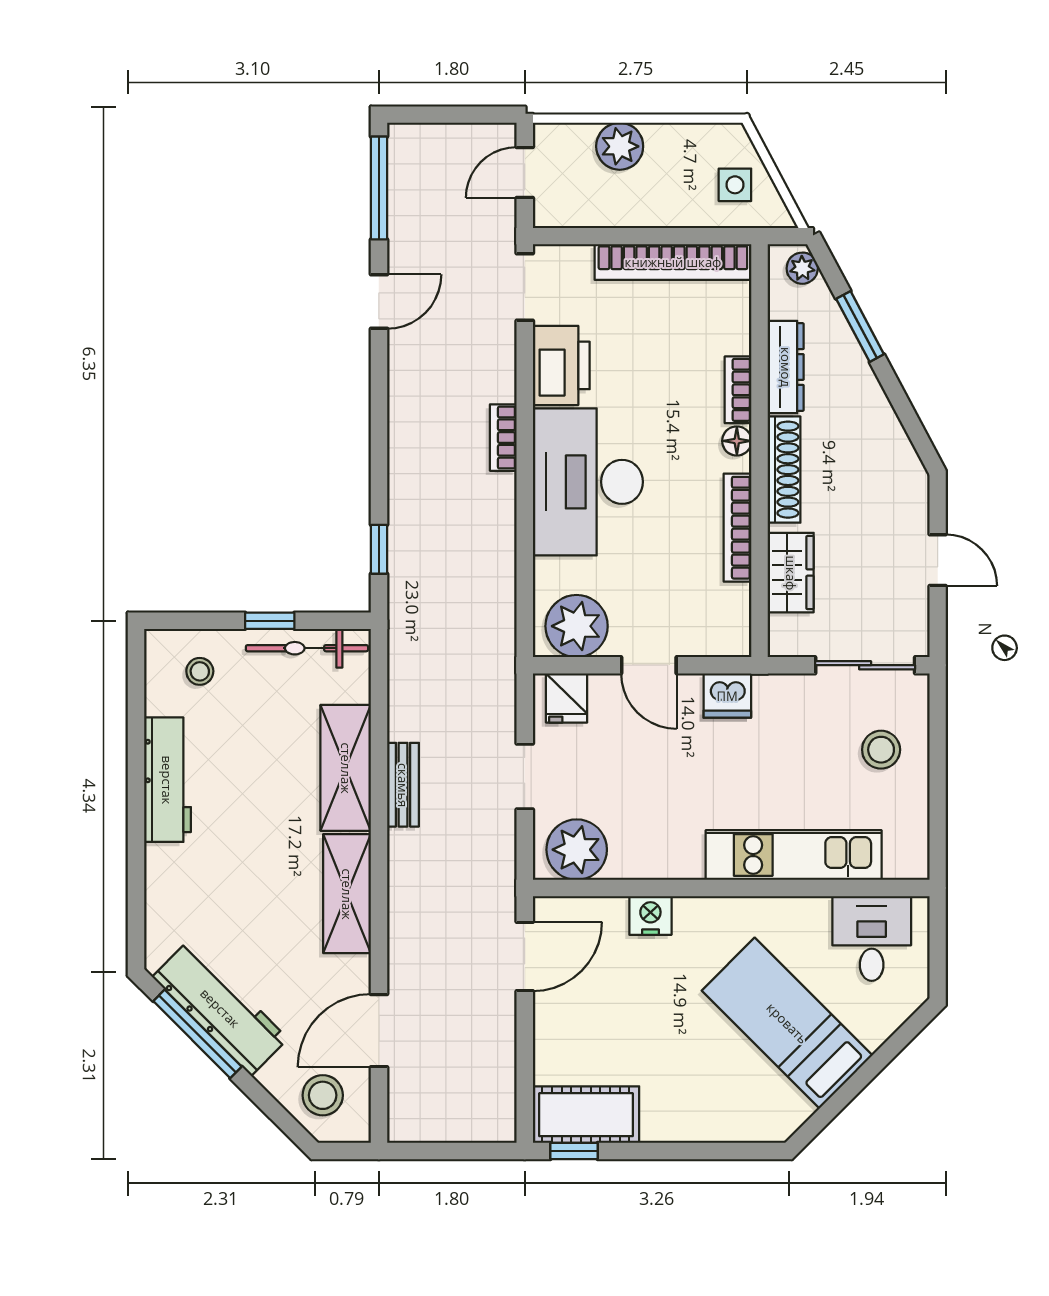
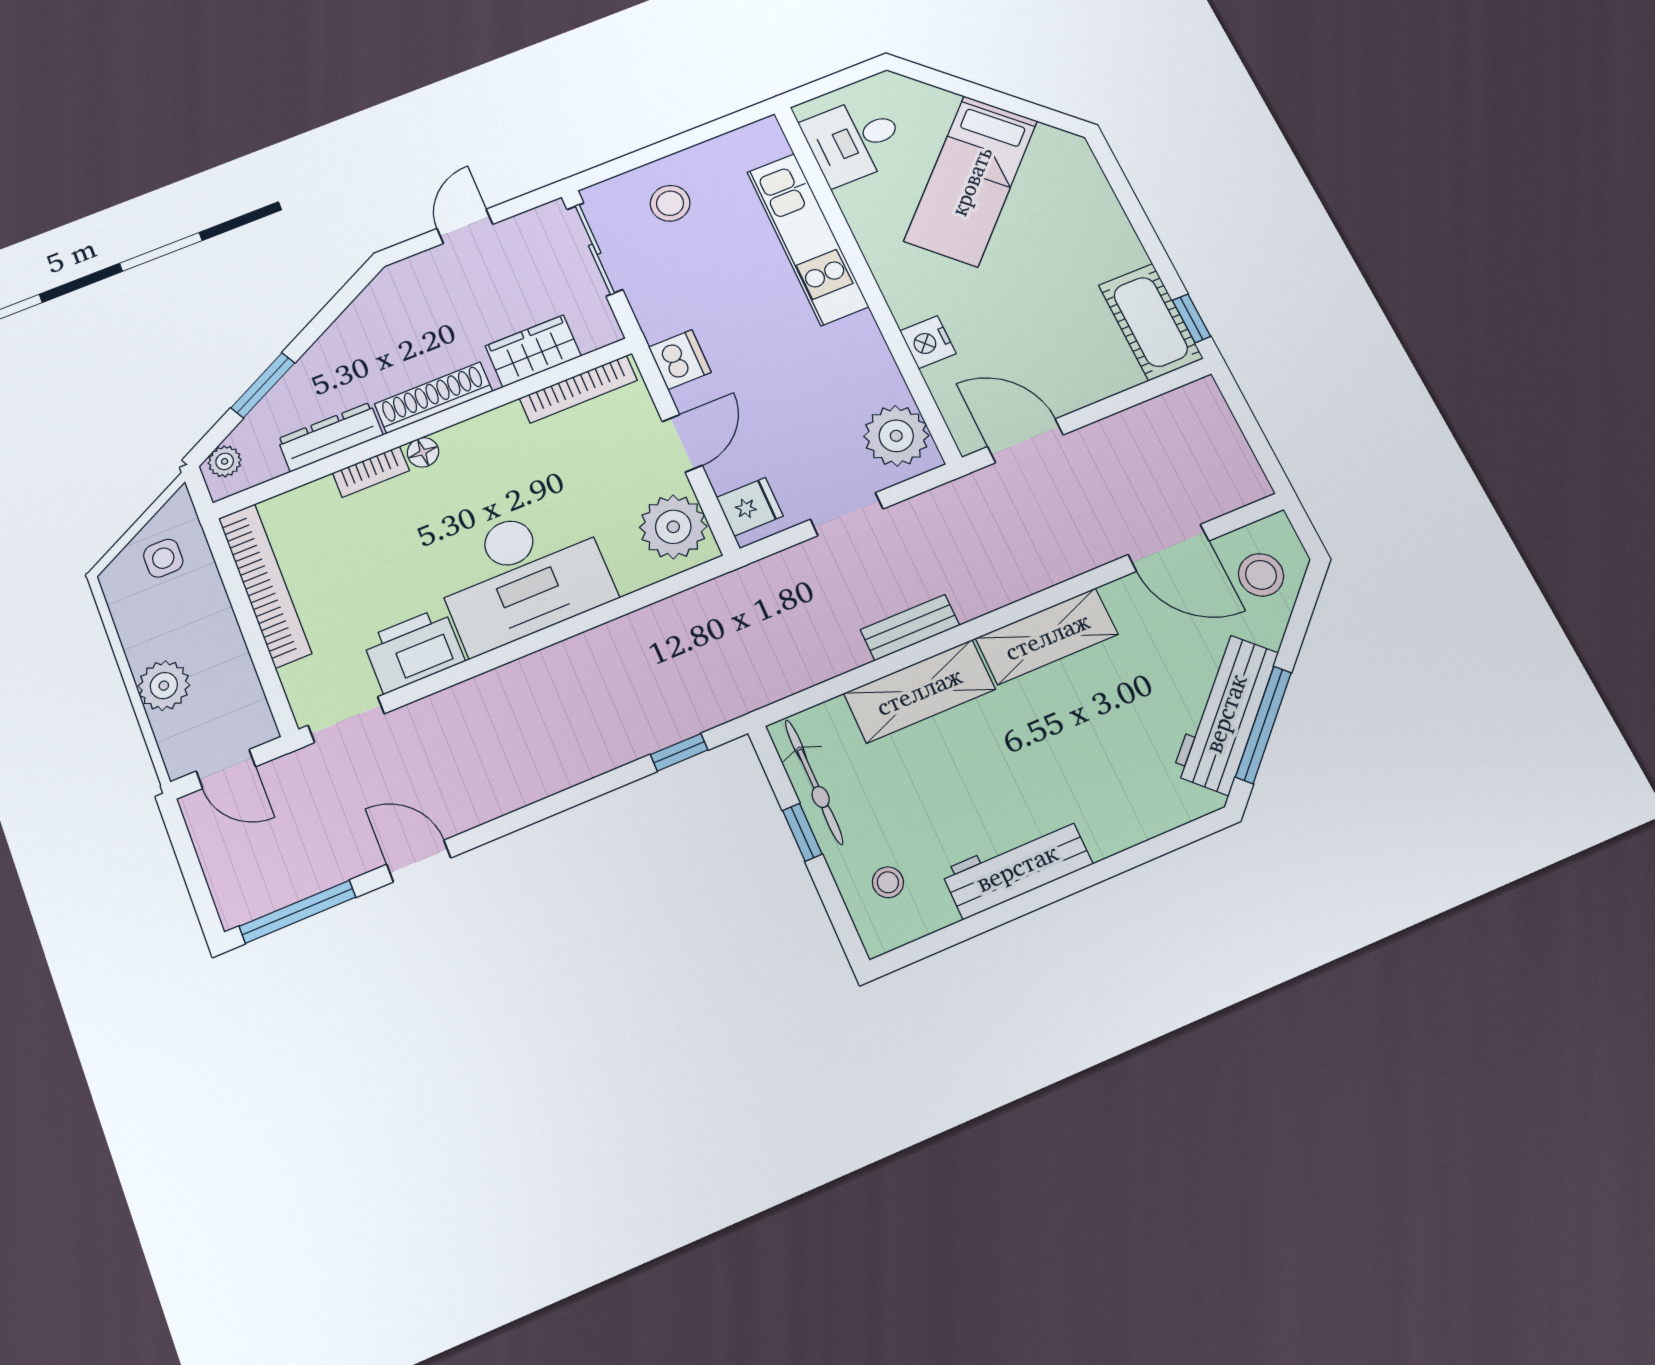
bookcase: (503, 438) -> (511, 676), removed
bookcase: (738, 528) -> (578, 389), moved

